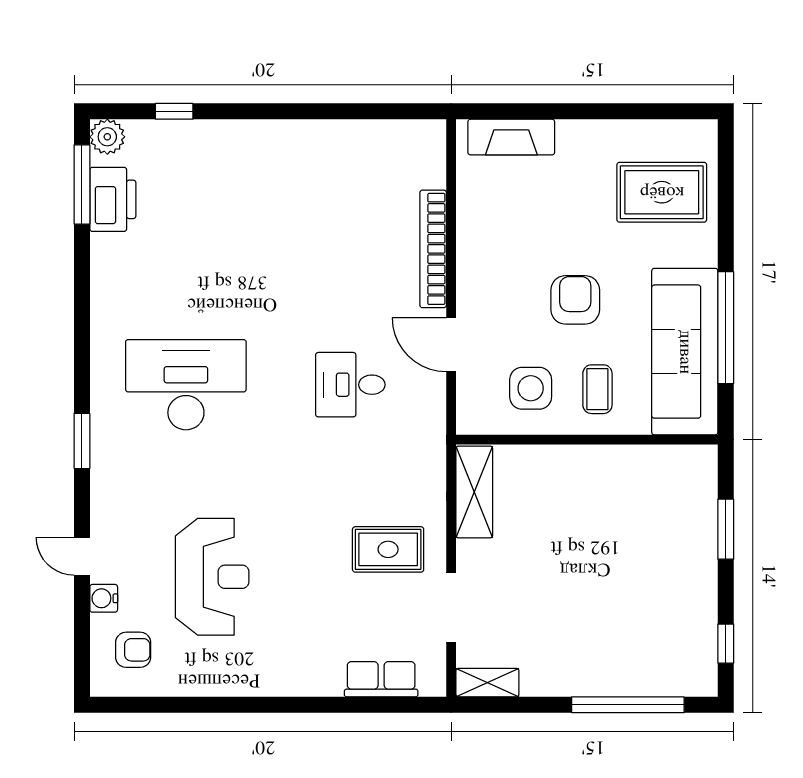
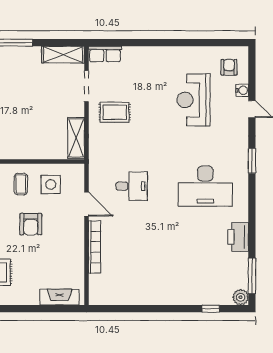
printer: (113, 199) -> (238, 237), moved
armchair: (133, 650) -> (229, 67), turned 90
row of seats: (381, 679) -> (105, 54), moved
shelving: (487, 683) -> (63, 55), width x1.50, depth x1.33

